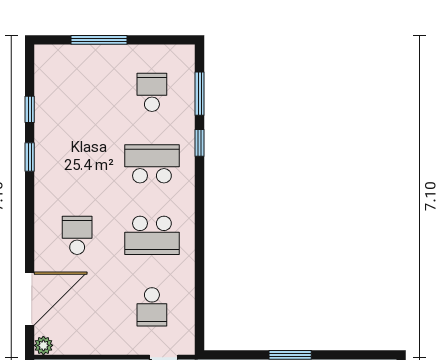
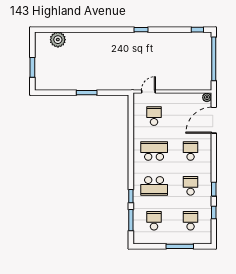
school desk: (77, 92) -> (191, 221), added
school desk: (152, 92) -> (154, 221), turned 180
school desk: (77, 164) -> (191, 186), added
school desk: (77, 235) -> (191, 151), turned 180

